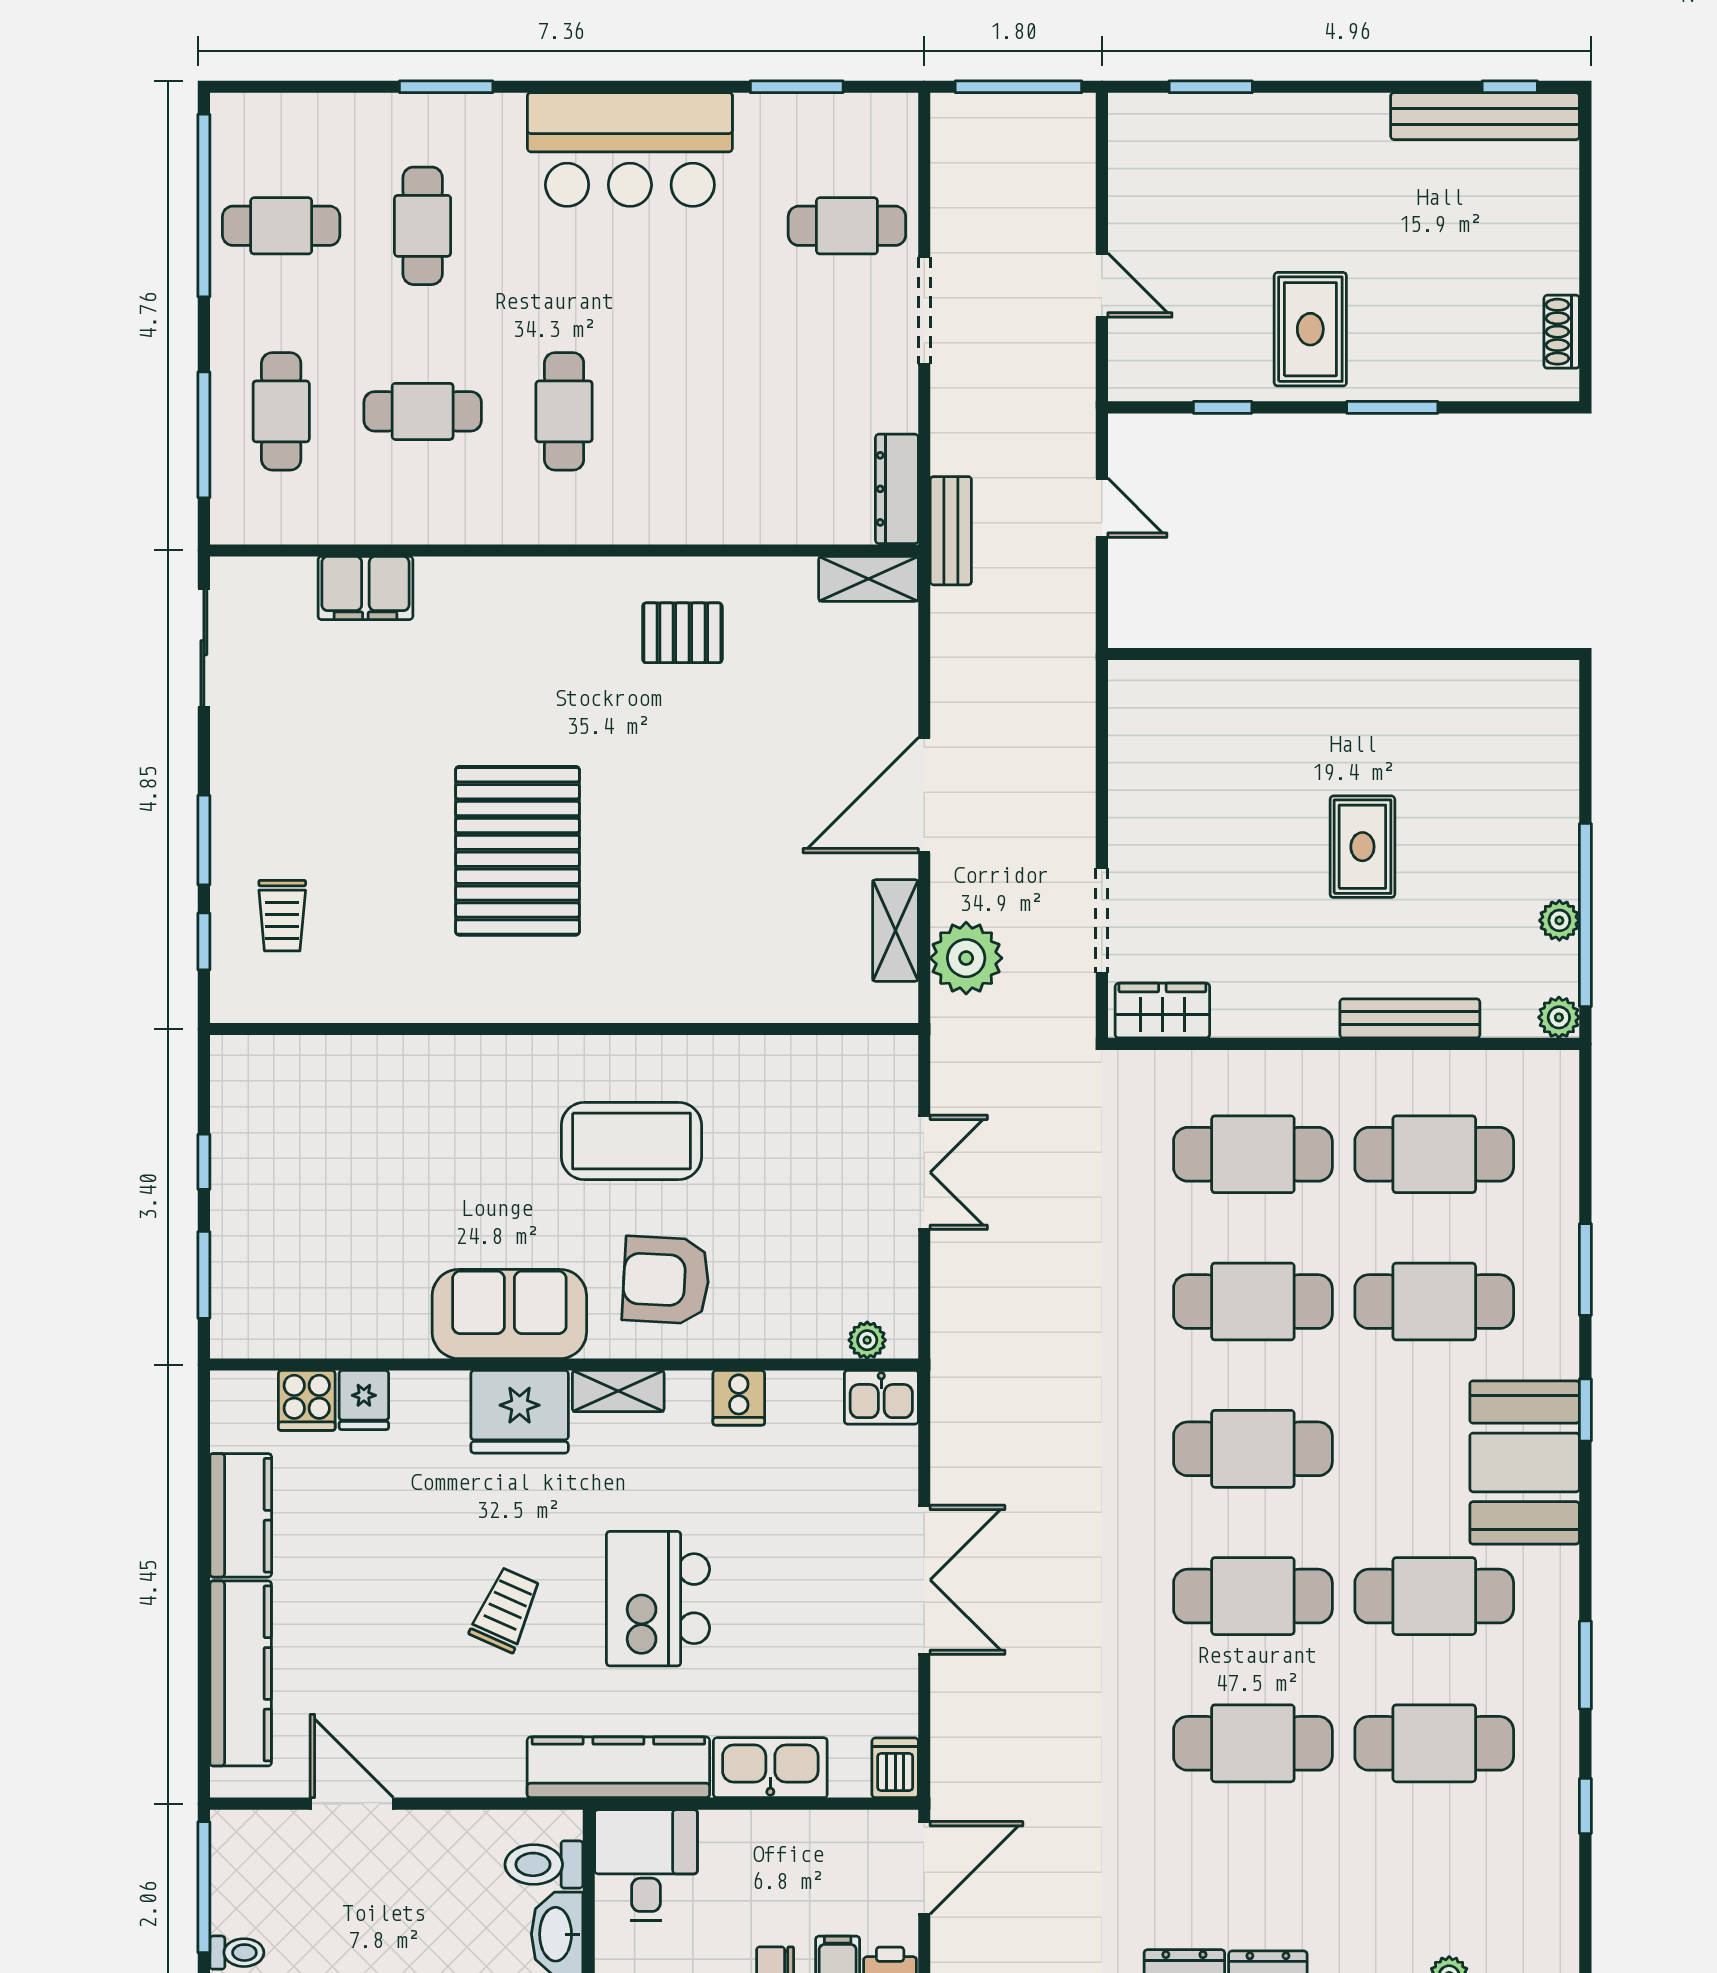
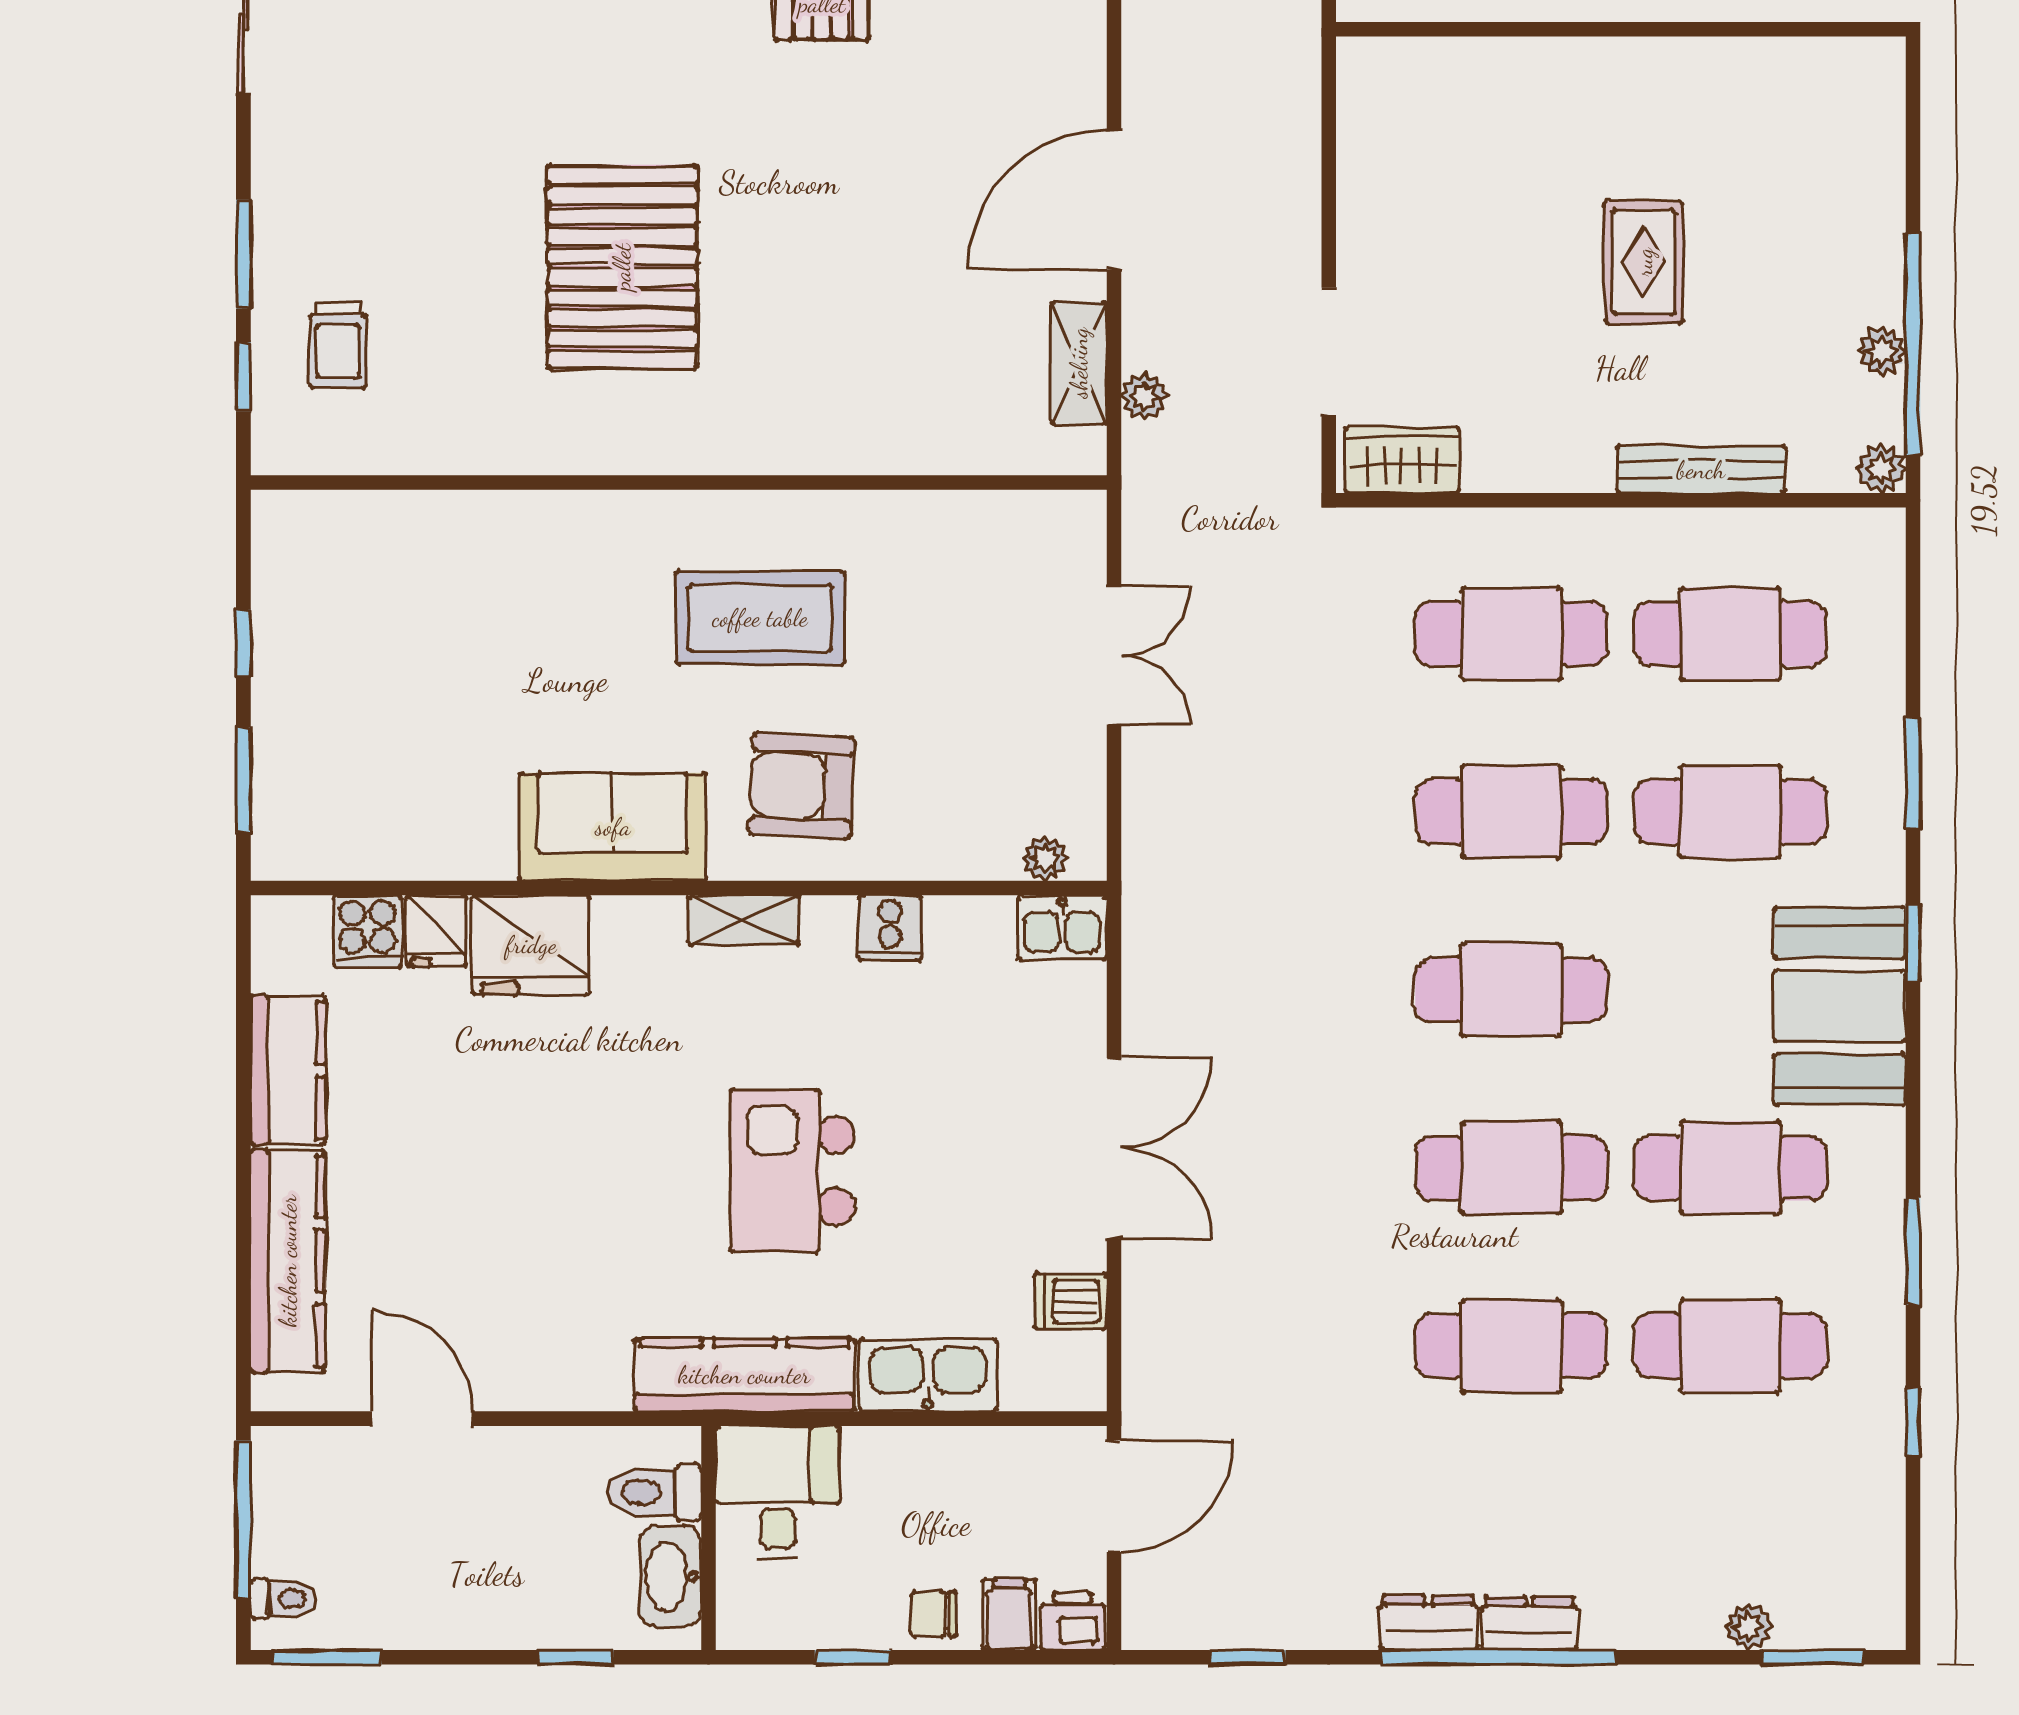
plant: (966, 958) -> (1144, 397), width x0.53, depth x0.53
fridge: (520, 1412) -> (531, 945), moved
trolley: (506, 1610) -> (608, 1184), removed
dishwasher: (895, 1768) -> (1071, 1302), moved, turned -90

